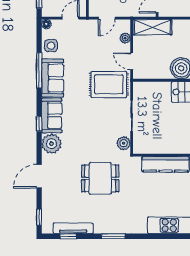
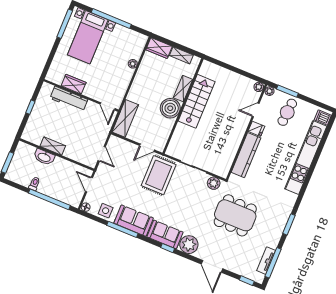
plant: (125, 38) -> (125, 145), removed
dining table: (100, 178) -> (235, 215), width x1.37
tv unit: (73, 228) -> (266, 261), width x0.71
window: (68, 236) -> (273, 263), width x2.17

